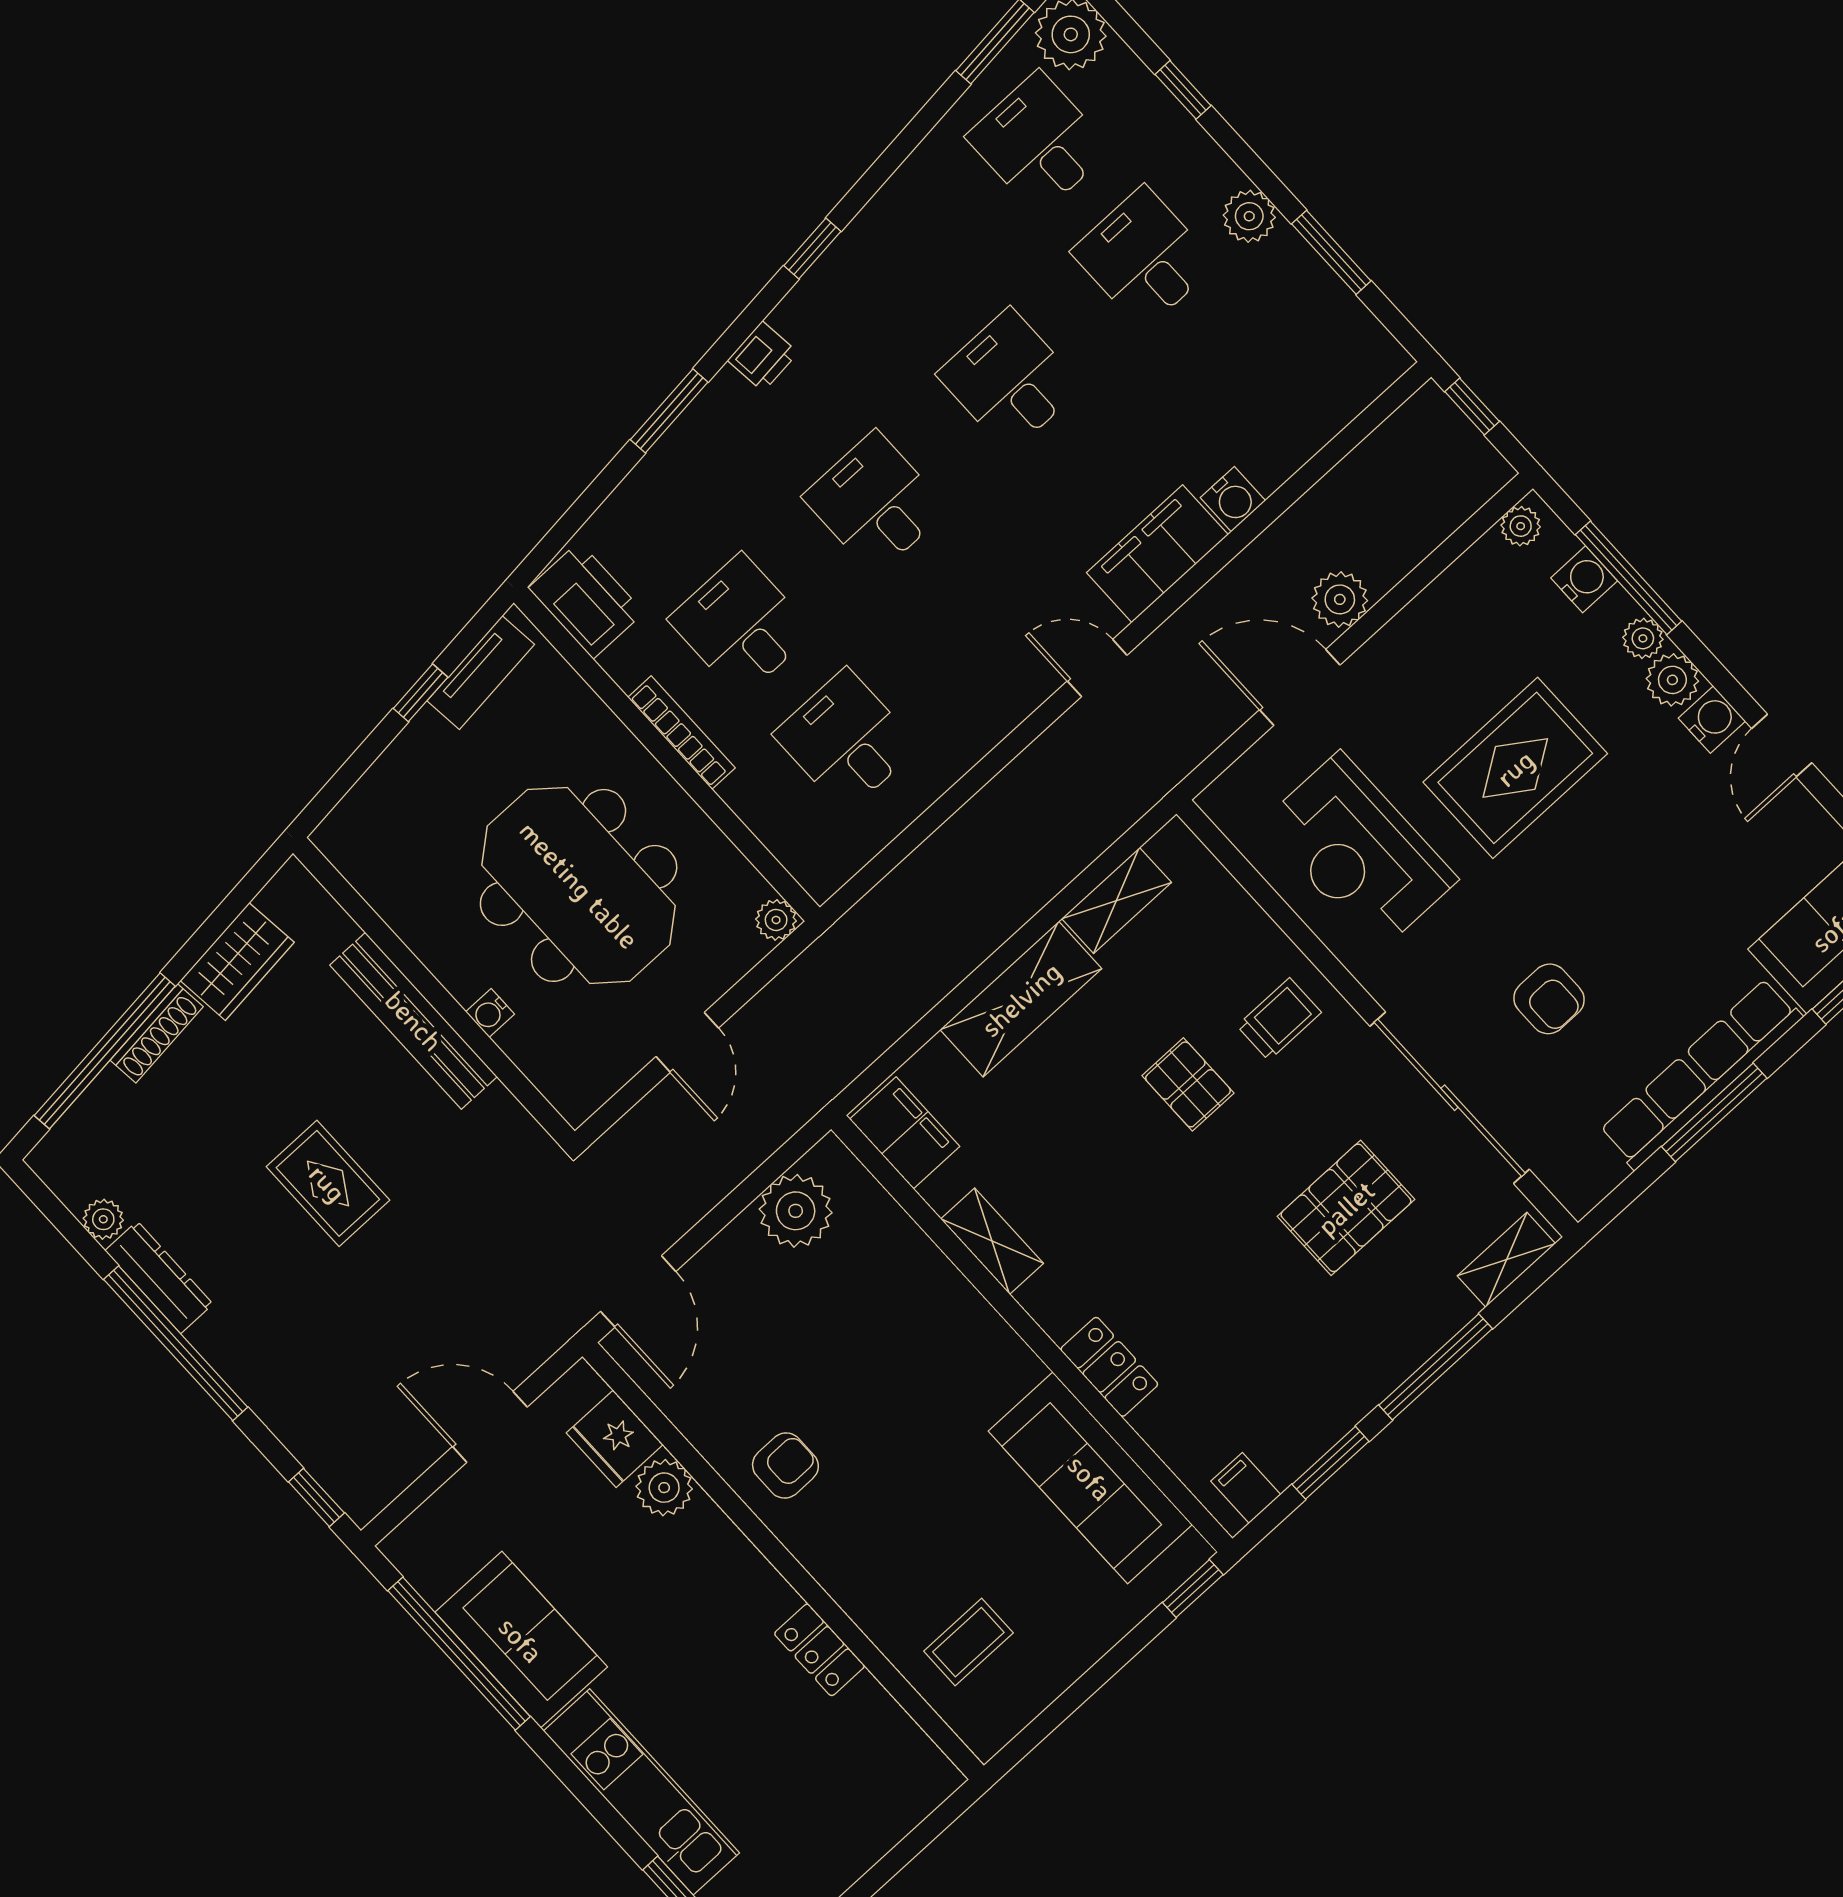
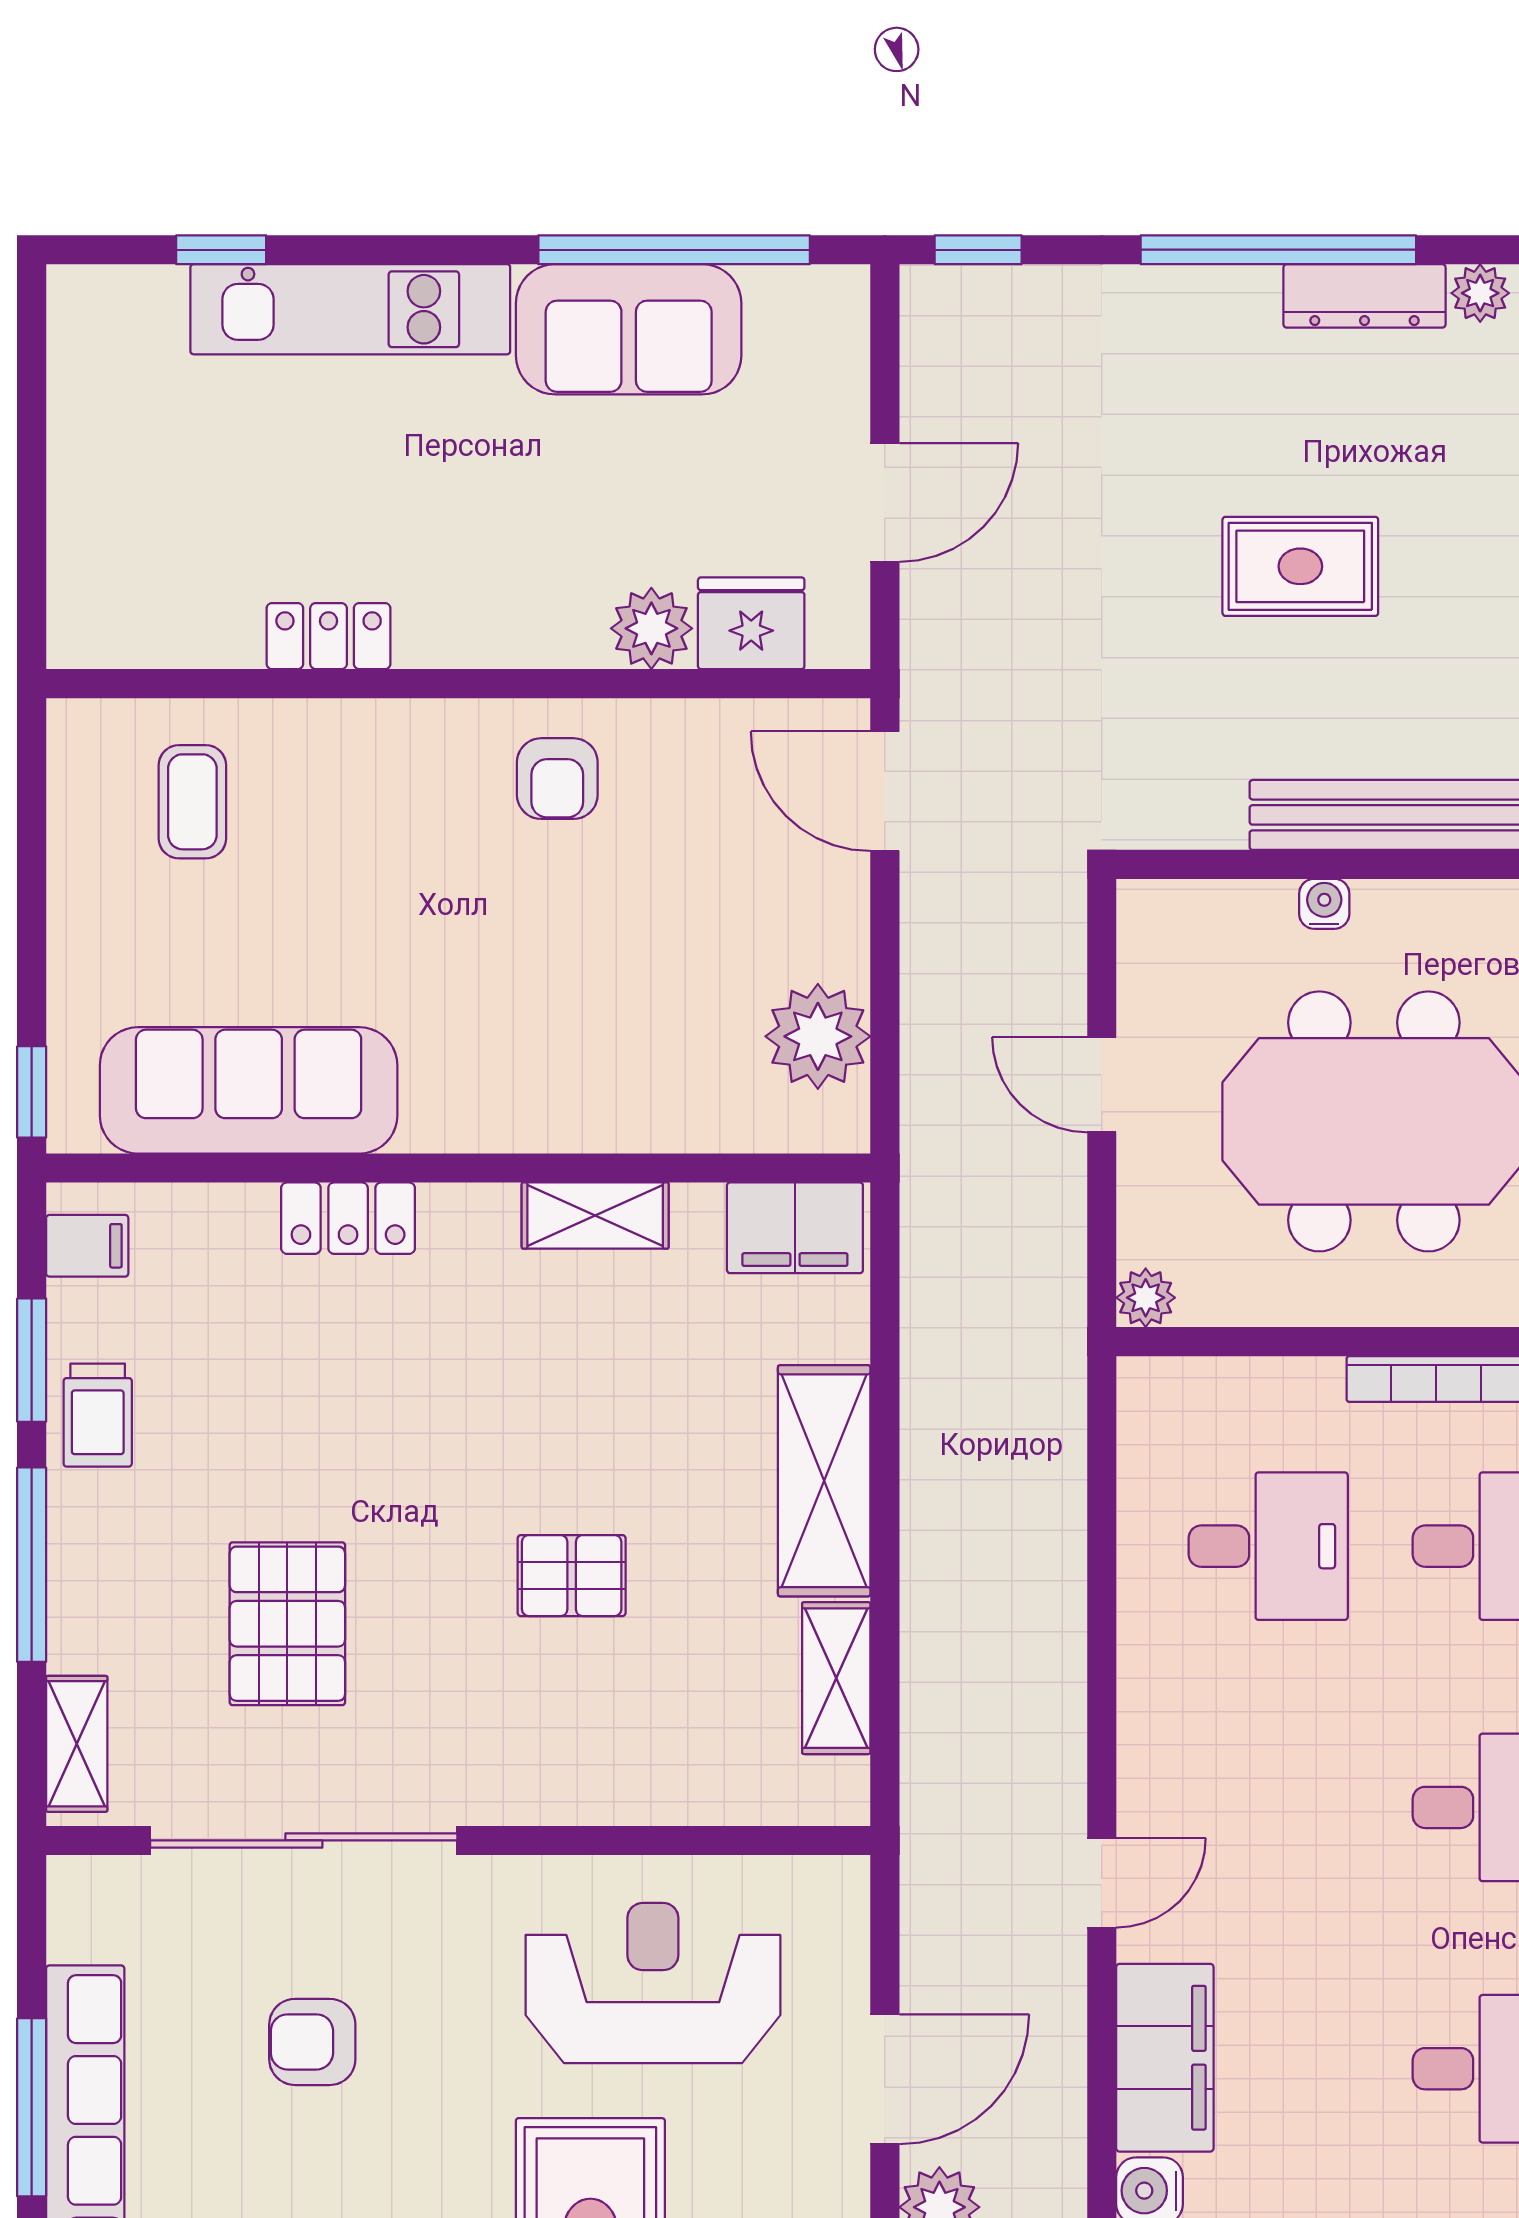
trolley: (1279, 1019) -> (98, 1415), moved

